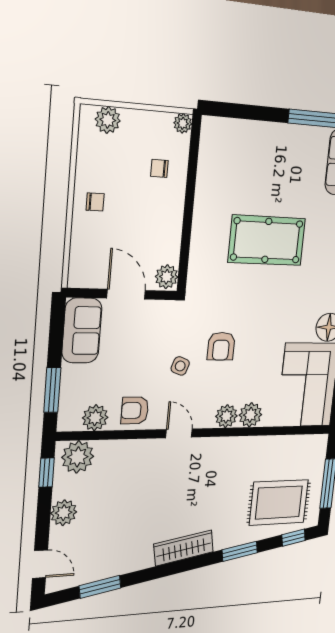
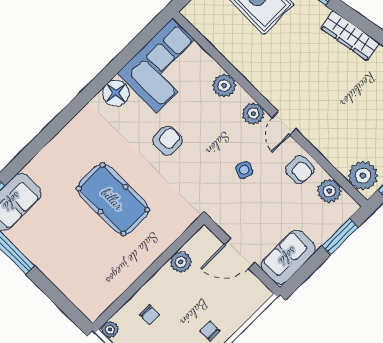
plant: (167, 277) -> (181, 262), moved
door: (126, 294) -> (240, 253), hinge flipped
armchair: (221, 346) -> (167, 141), moved
plant: (226, 416) -> (253, 114), moved

